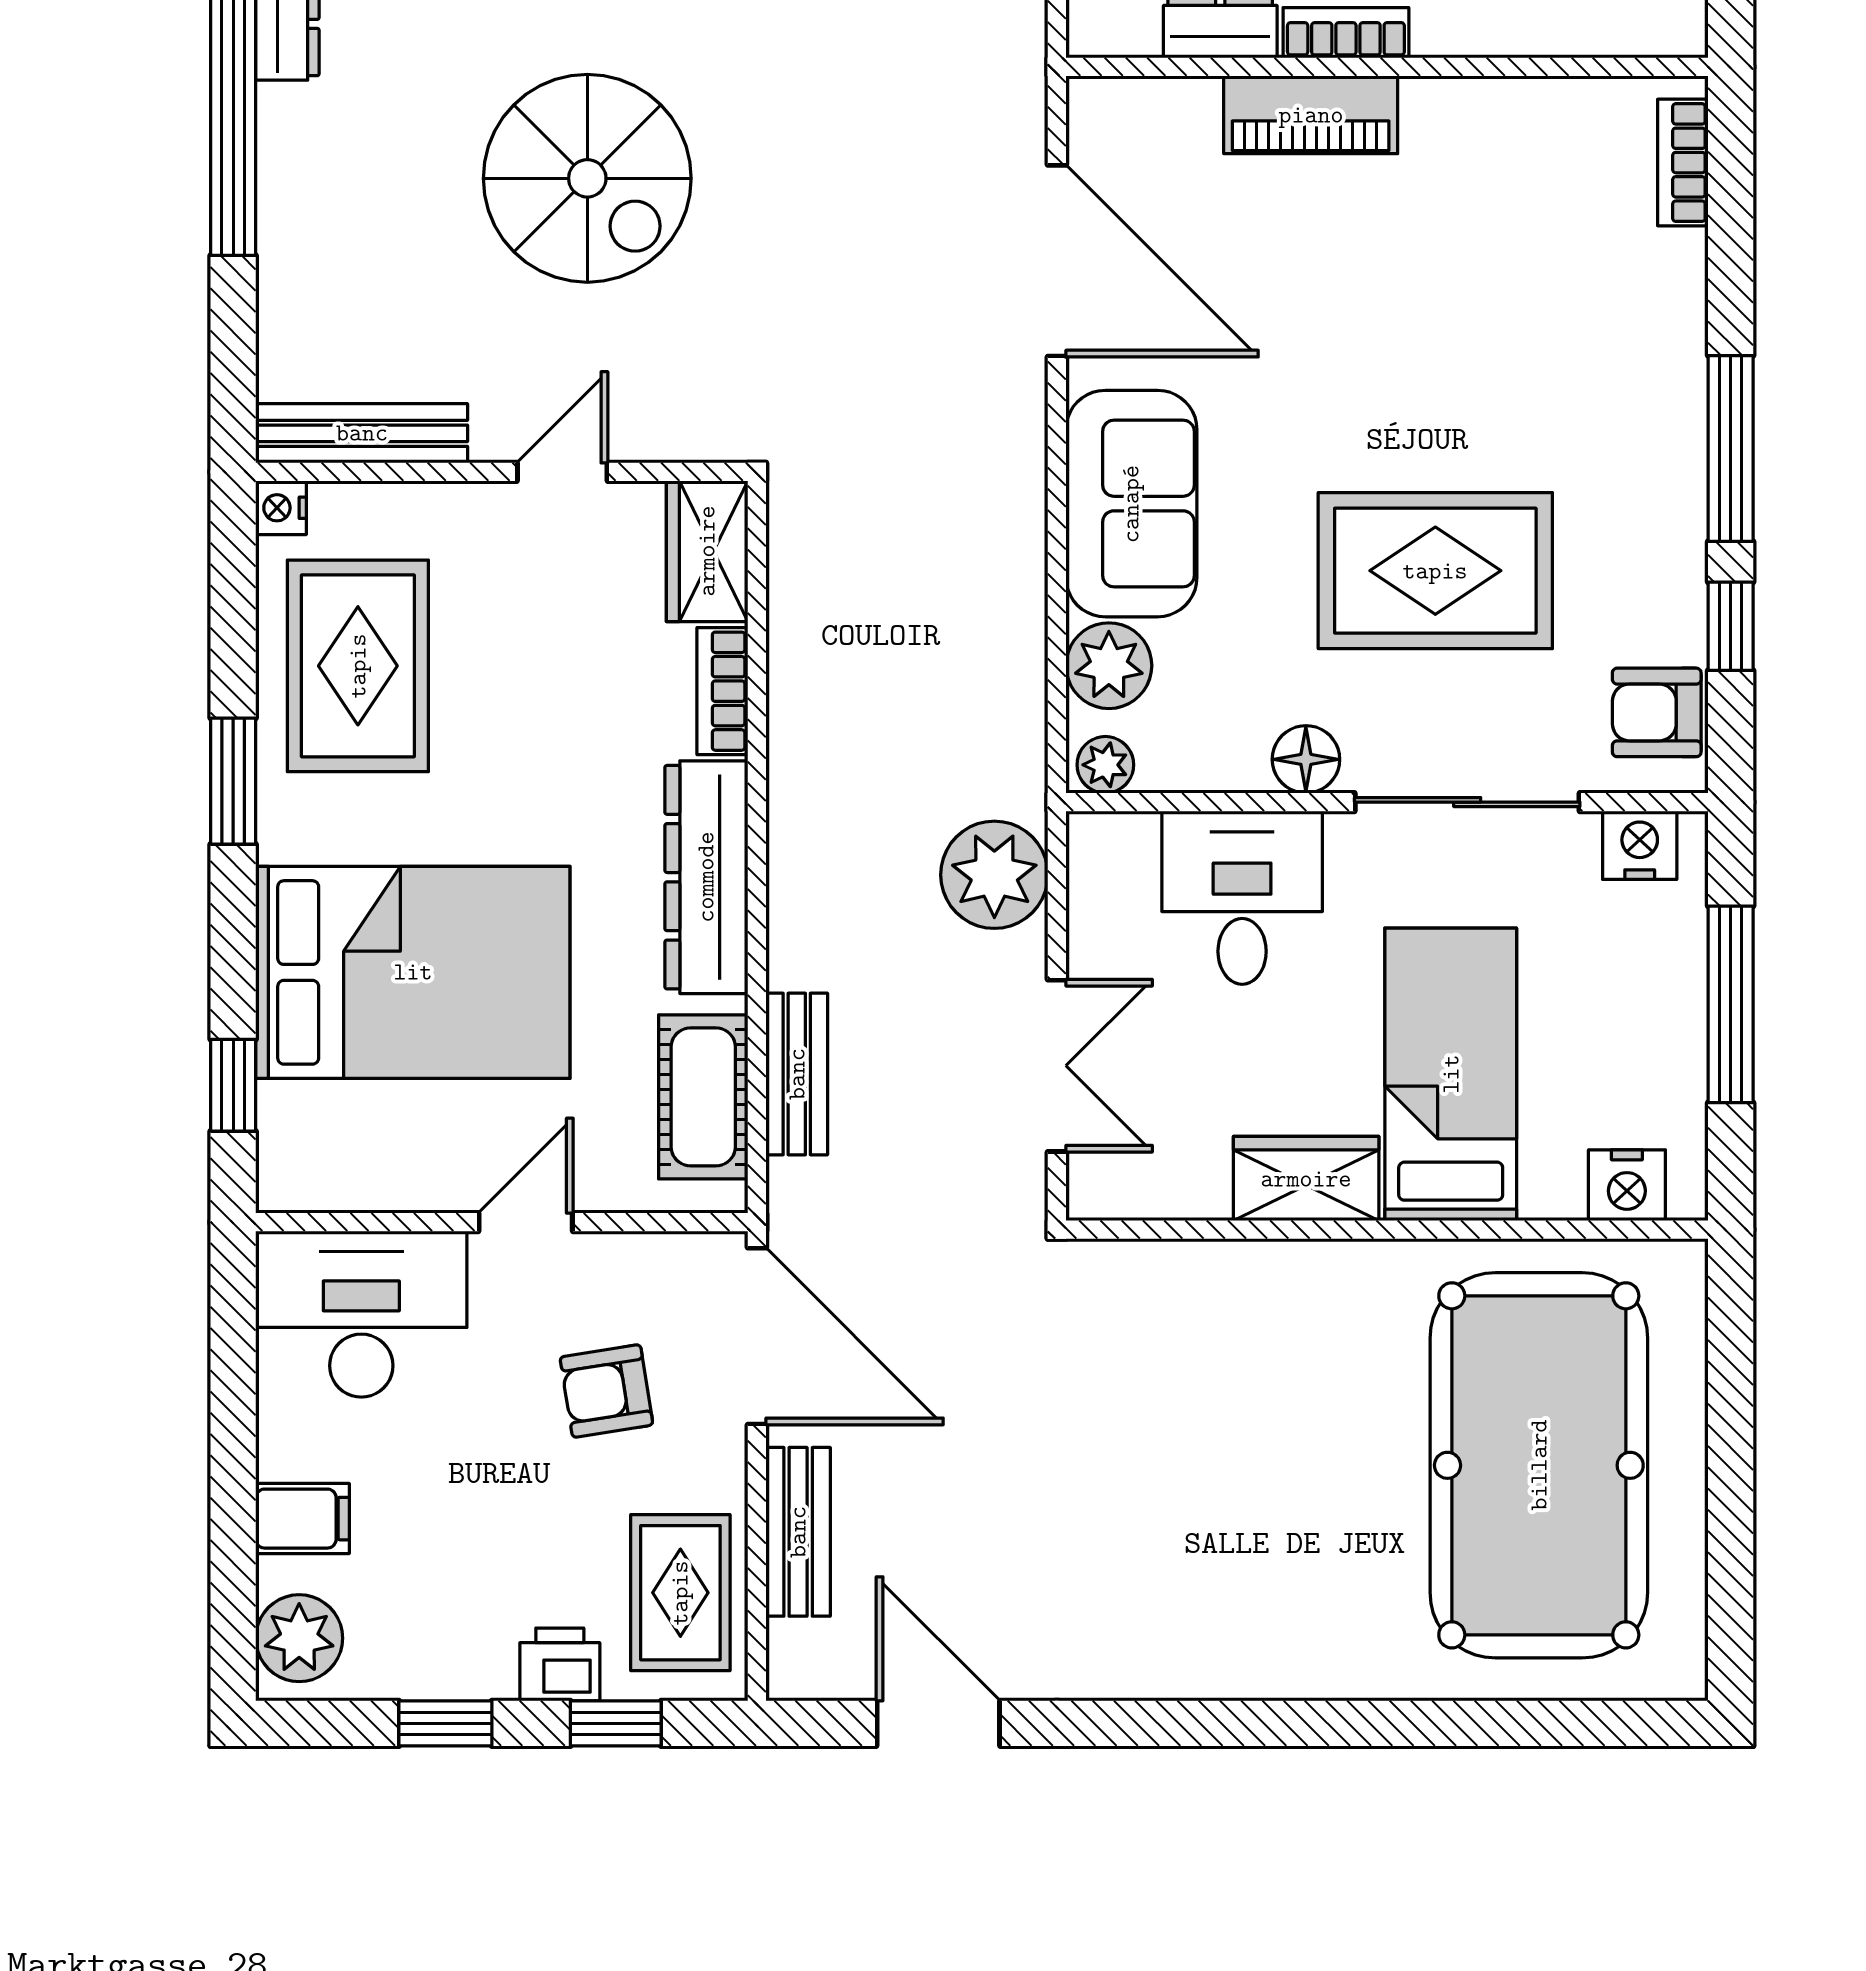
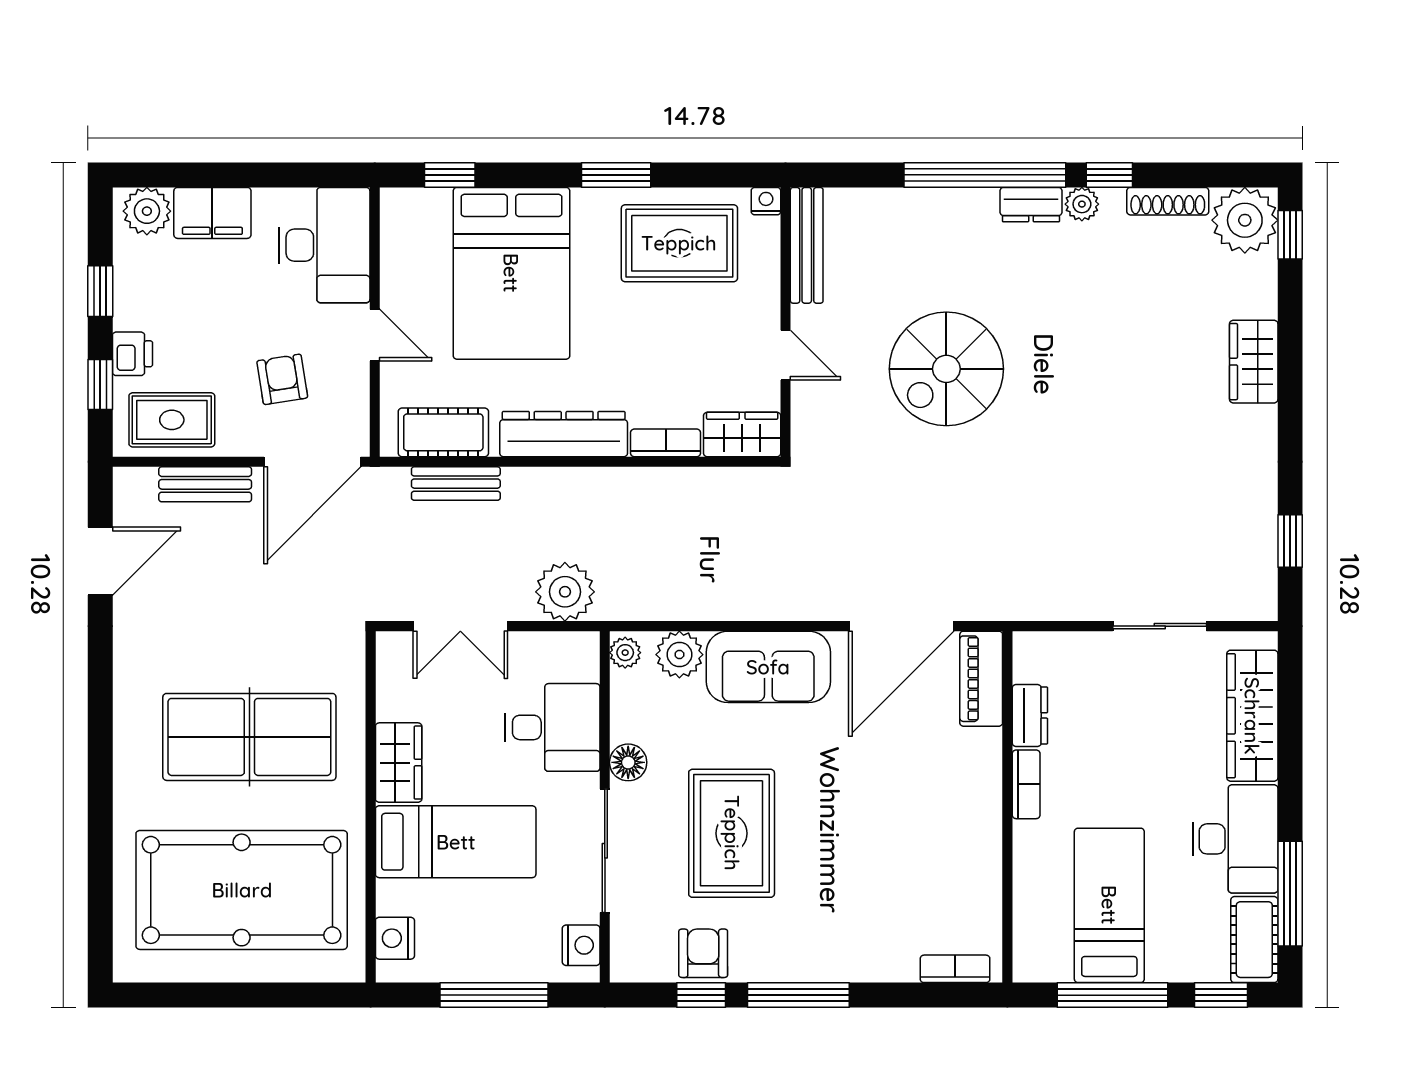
piano: (1311, 115) -> (981, 679), moved
armchair: (1657, 712) -> (703, 953), moved
table tennis table: (1259, 1451) -> (249, 737), added
filing cabinet: (303, 1519) -> (212, 213), width x2.00

